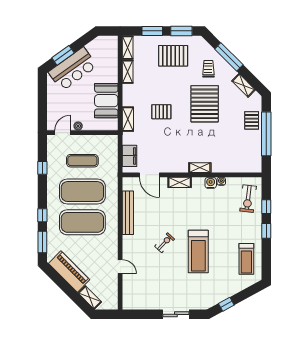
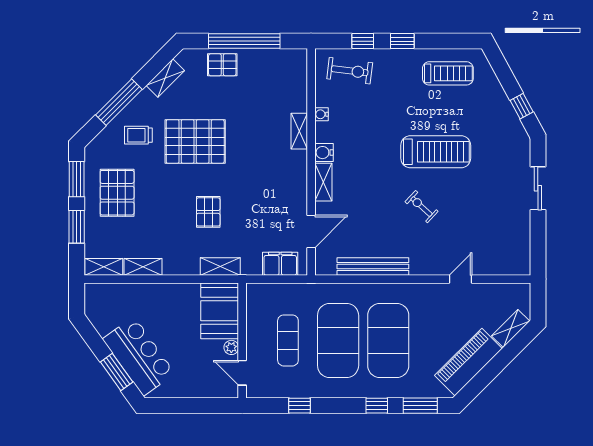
booth: (106, 101) -> (220, 311), moved, turned 90
shelving: (200, 168) -> (299, 131), moved
water cooler: (211, 183) -> (324, 153), moved

